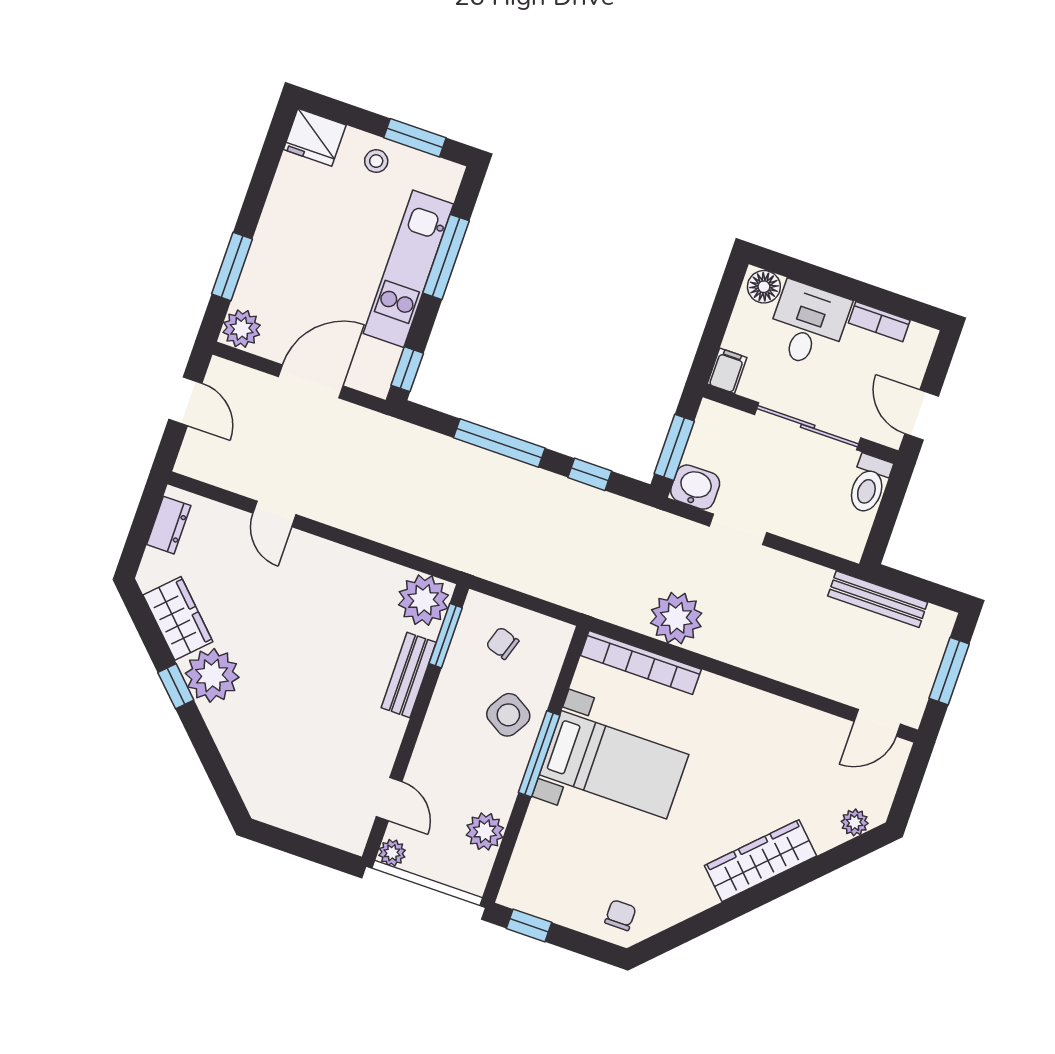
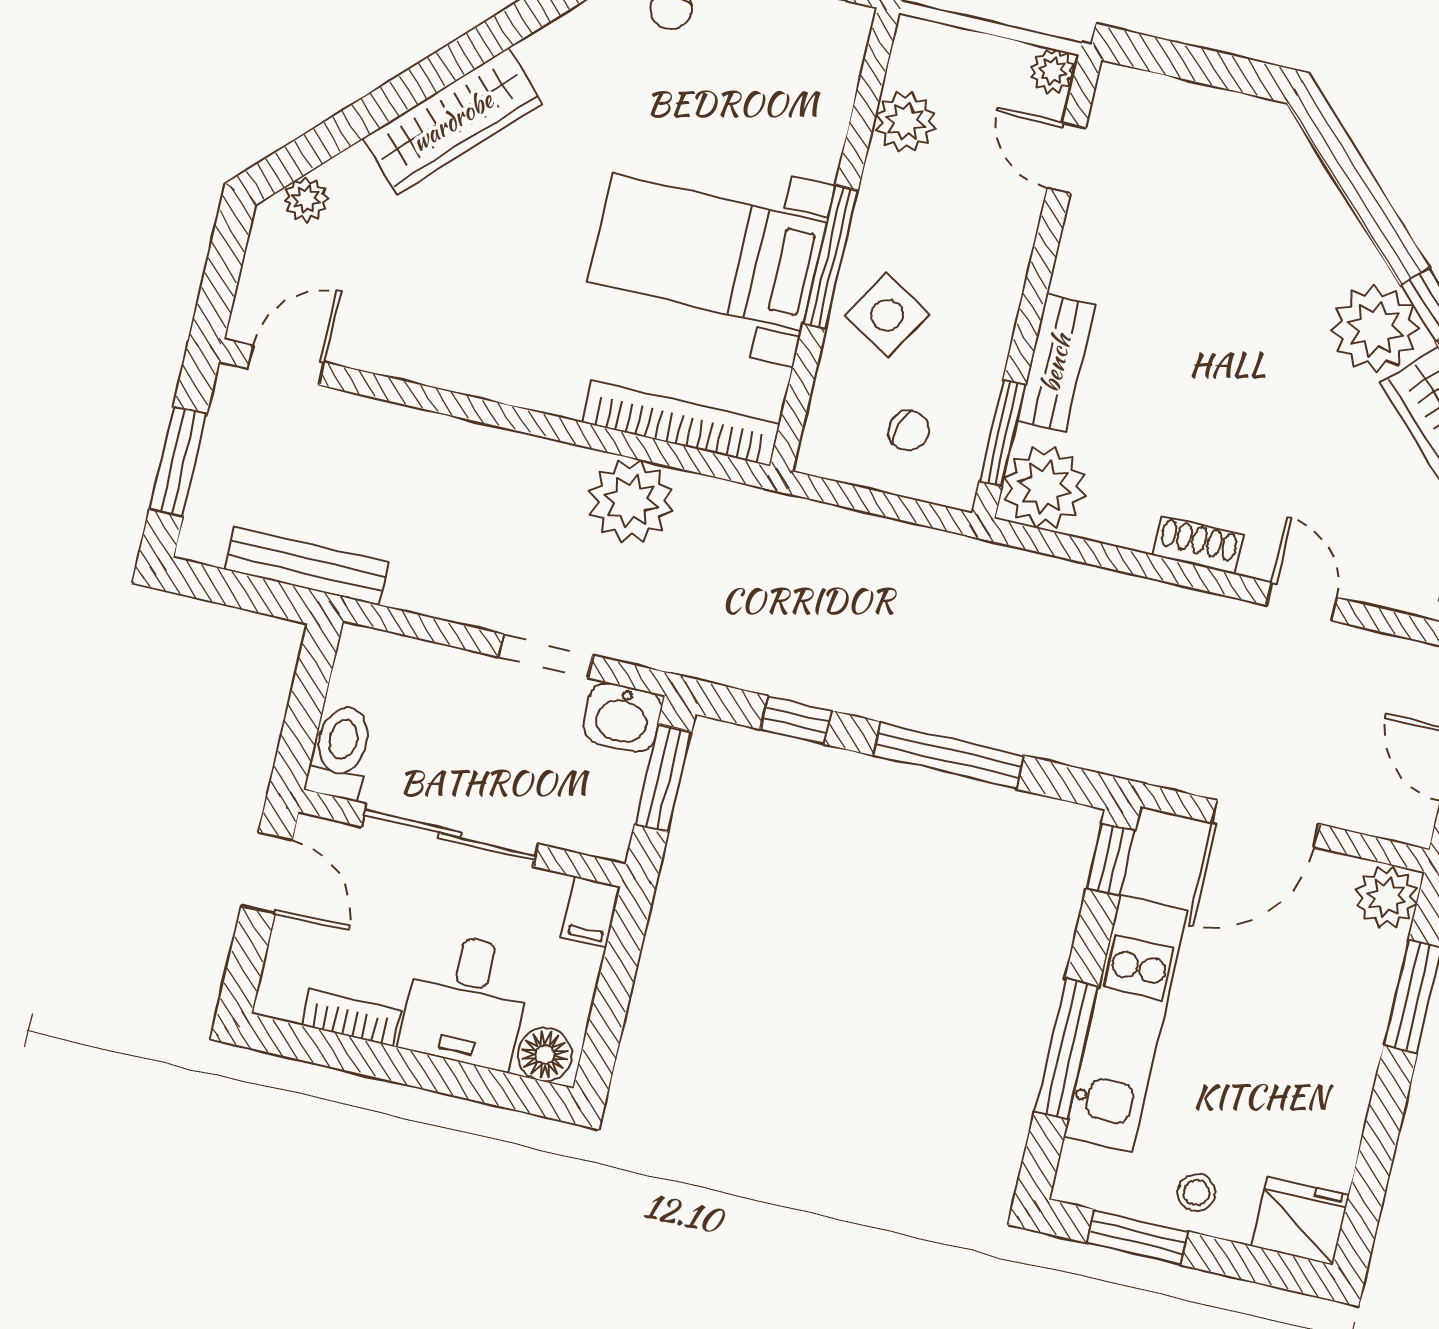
shoe rack: (334, 555) -> (1198, 545), added

